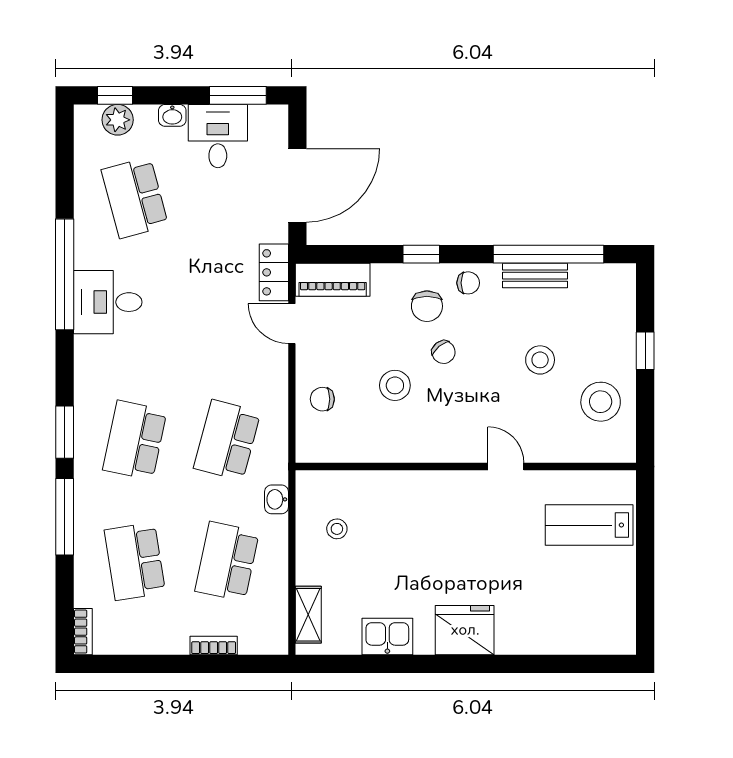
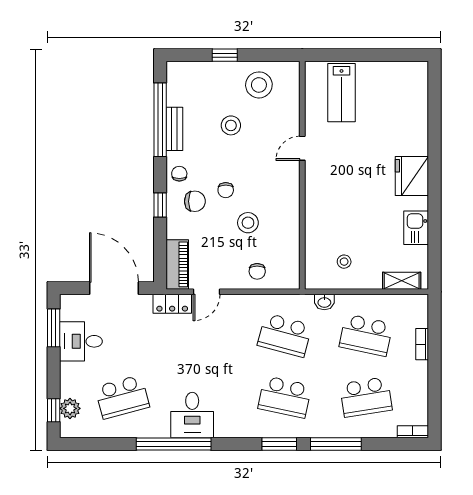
washbasin: (172, 115) -> (67, 372), removed
chair: (444, 352) -> (226, 190), turned 129

